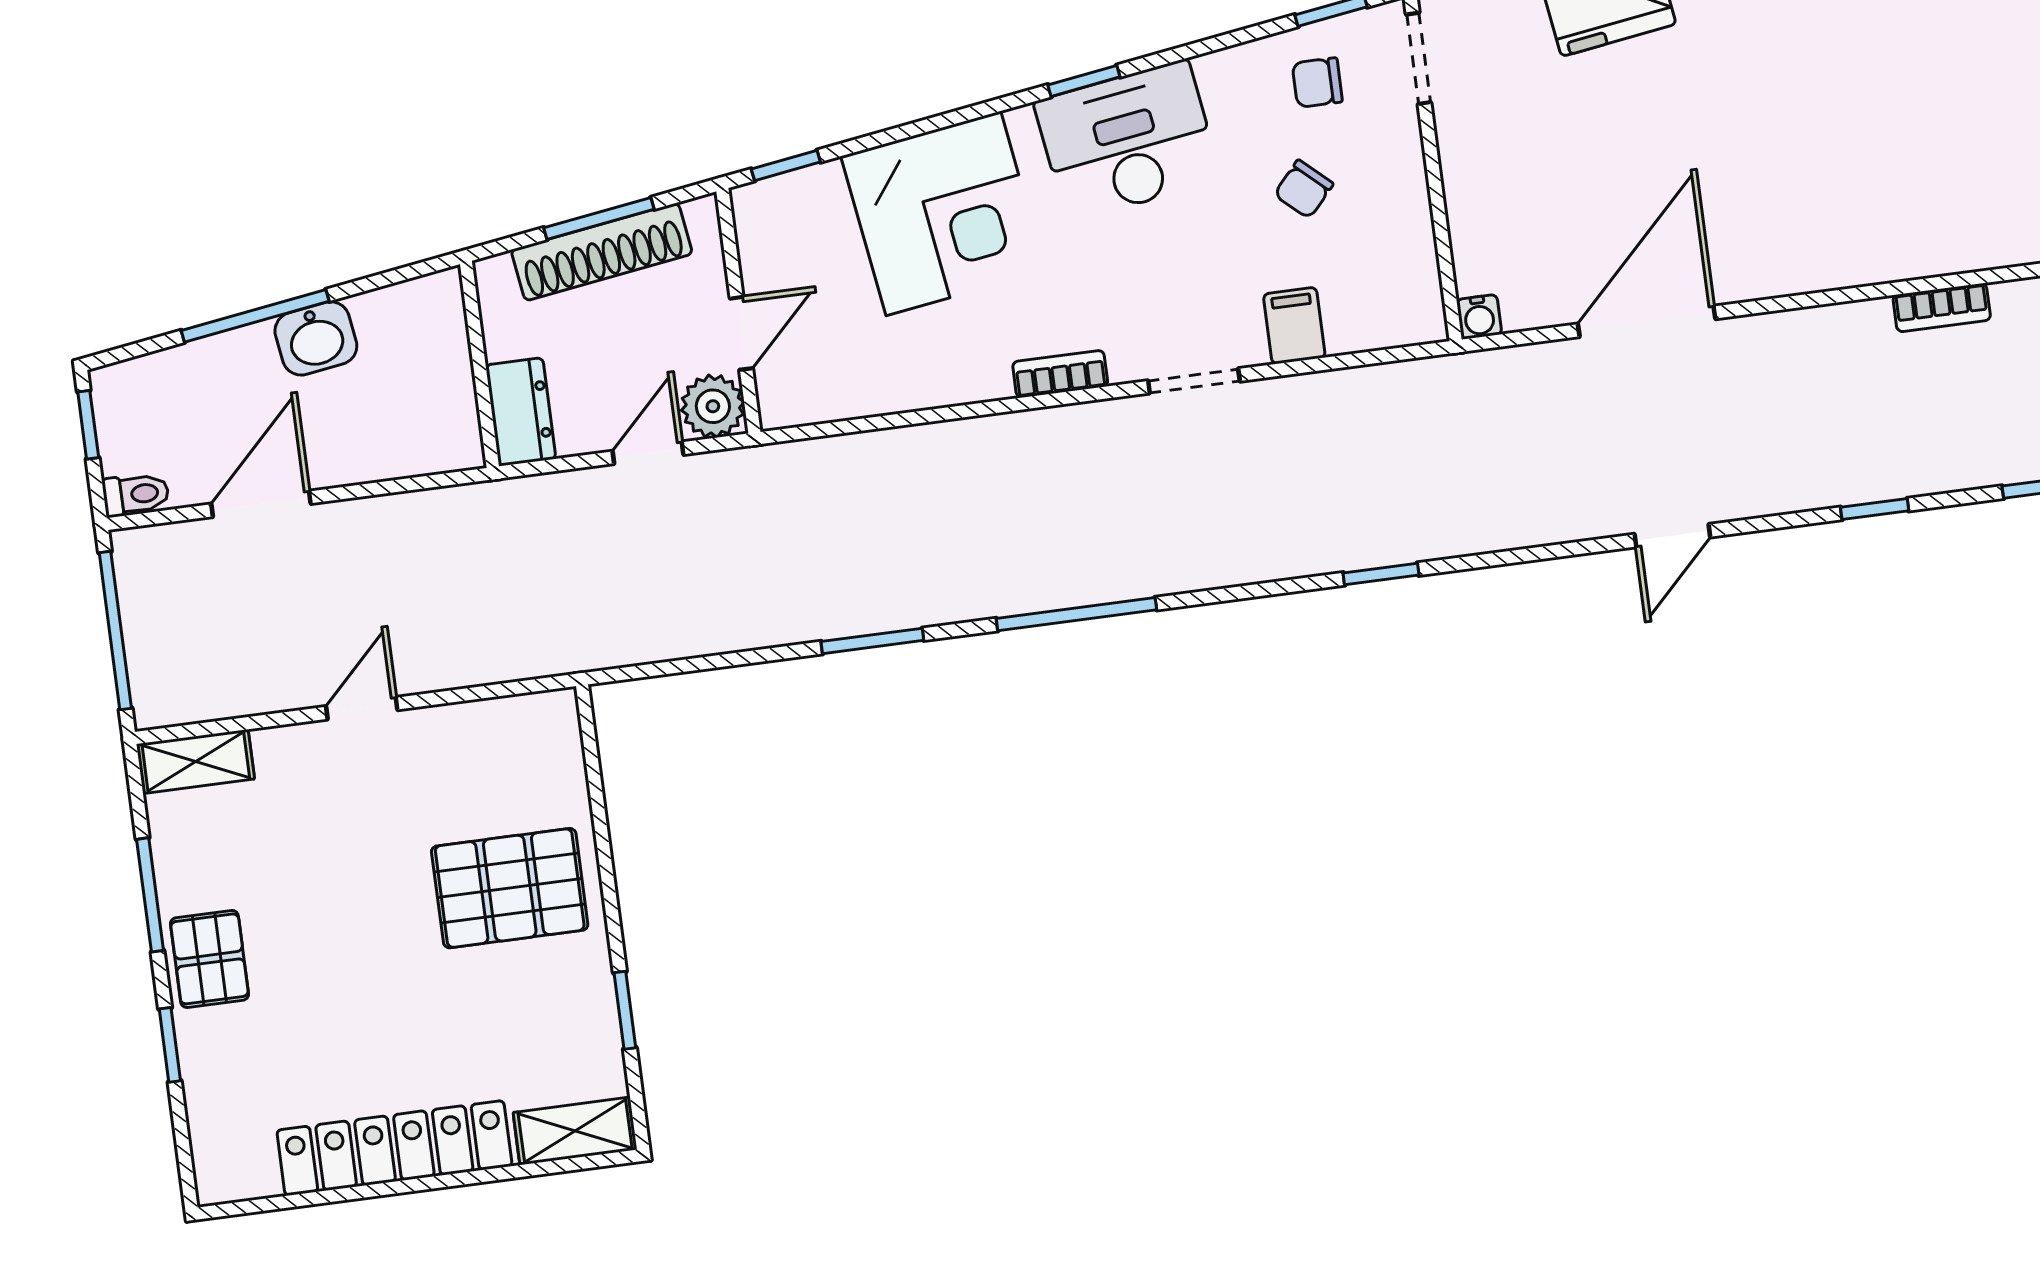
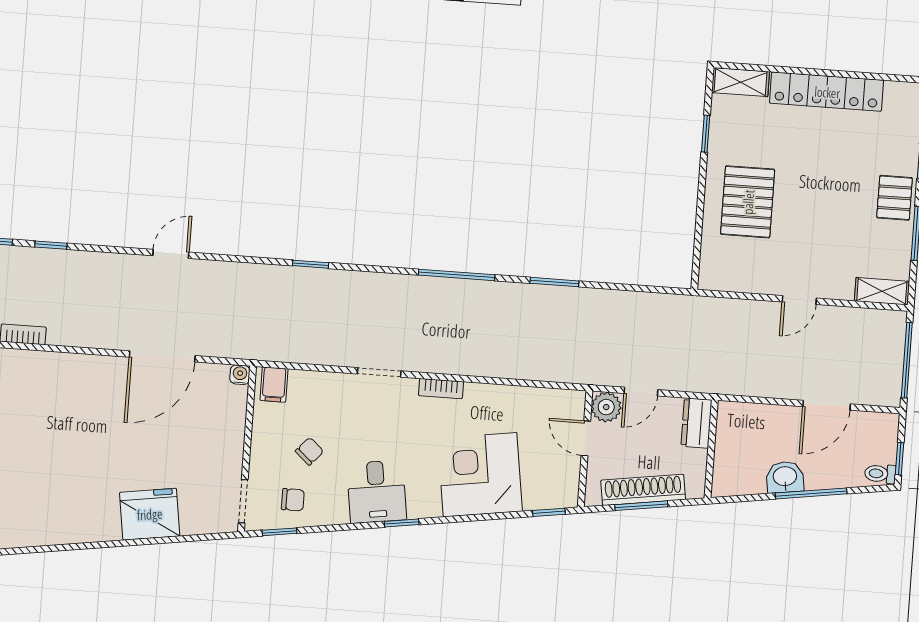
desk: (1127, 141) -> (377, 492), width x0.73
filing cabinet: (1294, 326) -> (274, 385), moved
door: (741, 333) -> (586, 438), hinge flipped
toilet: (136, 494) -> (880, 474), moved
window: (1875, 509) -> (51, 245), moved
pallet: (510, 888) -> (748, 202), turned 90

